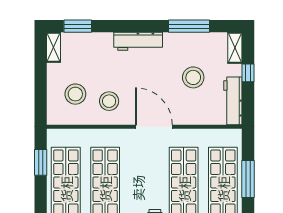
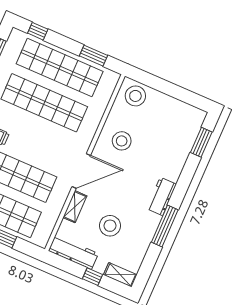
window: (189, 26) -> (165, 226), moved
workbench: (138, 41) -> (161, 196), width x0.73
shelving: (54, 47) -> (75, 207), moved, turned 90
stool: (75, 94) -> (135, 96), moved

